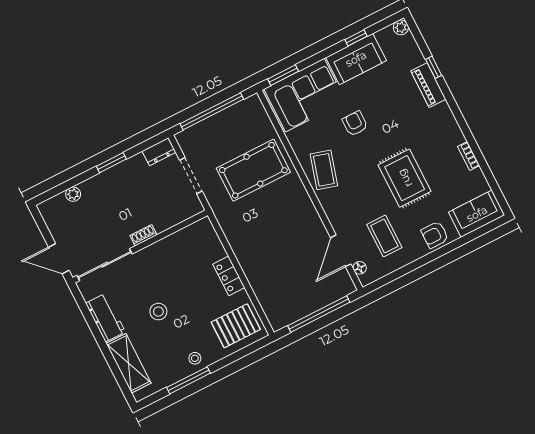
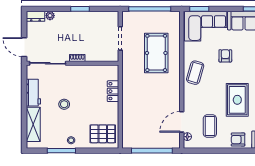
dresser: (159, 152) -> (35, 16), moved
pool table: (253, 170) -> (156, 53), turned 90
locker: (229, 276) -> (113, 91), moved

